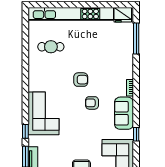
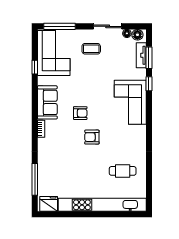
window: (136, 134) -> (35, 67), moved

